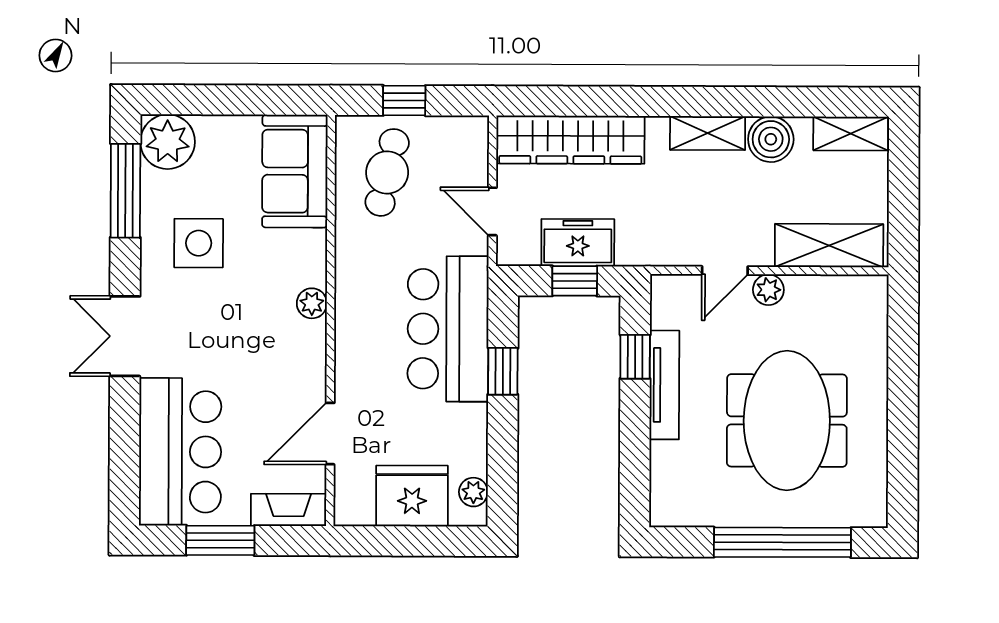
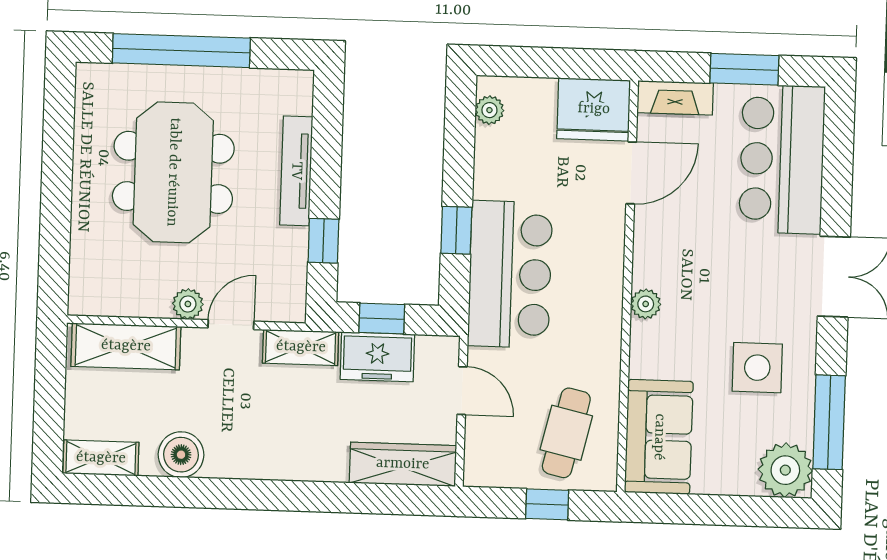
shelving: (708, 133) -> (301, 347), moved
wardrobe: (570, 140) -> (403, 464), width x0.71, depth x0.85
tv unit: (664, 385) -> (296, 171), moved
fridge: (412, 496) -> (594, 109), moved

